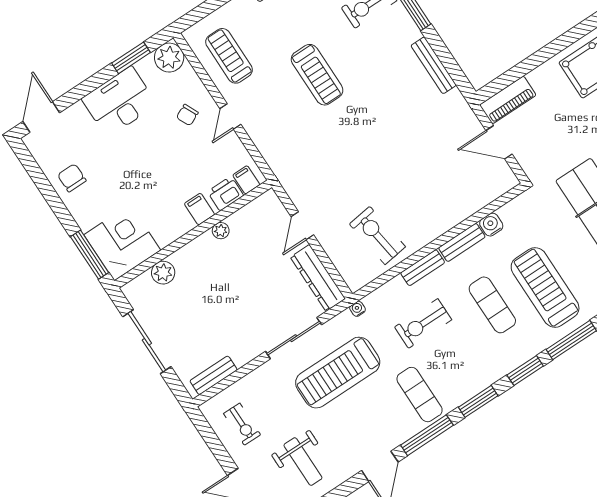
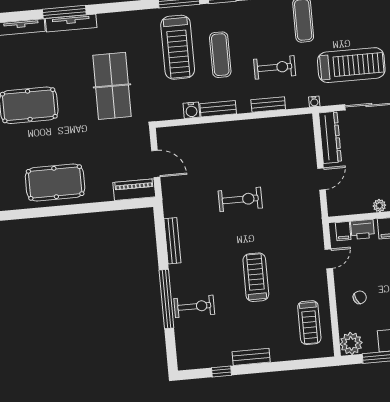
door: (230, 116) -> (329, 259), moved
exercise bike: (377, 235) -> (240, 199), moved, turned -82
bench: (423, 268) -> (268, 105), moved

